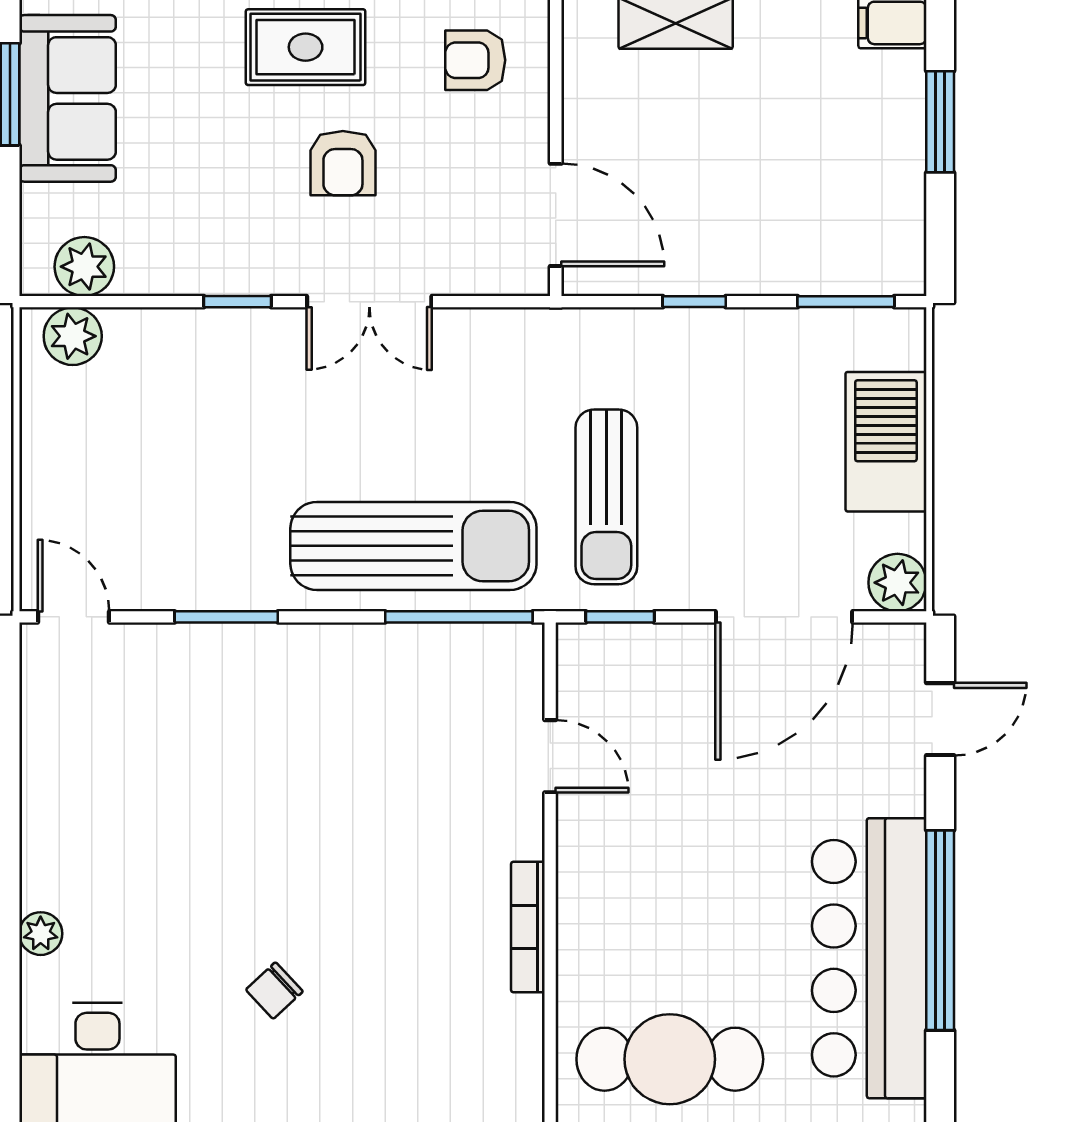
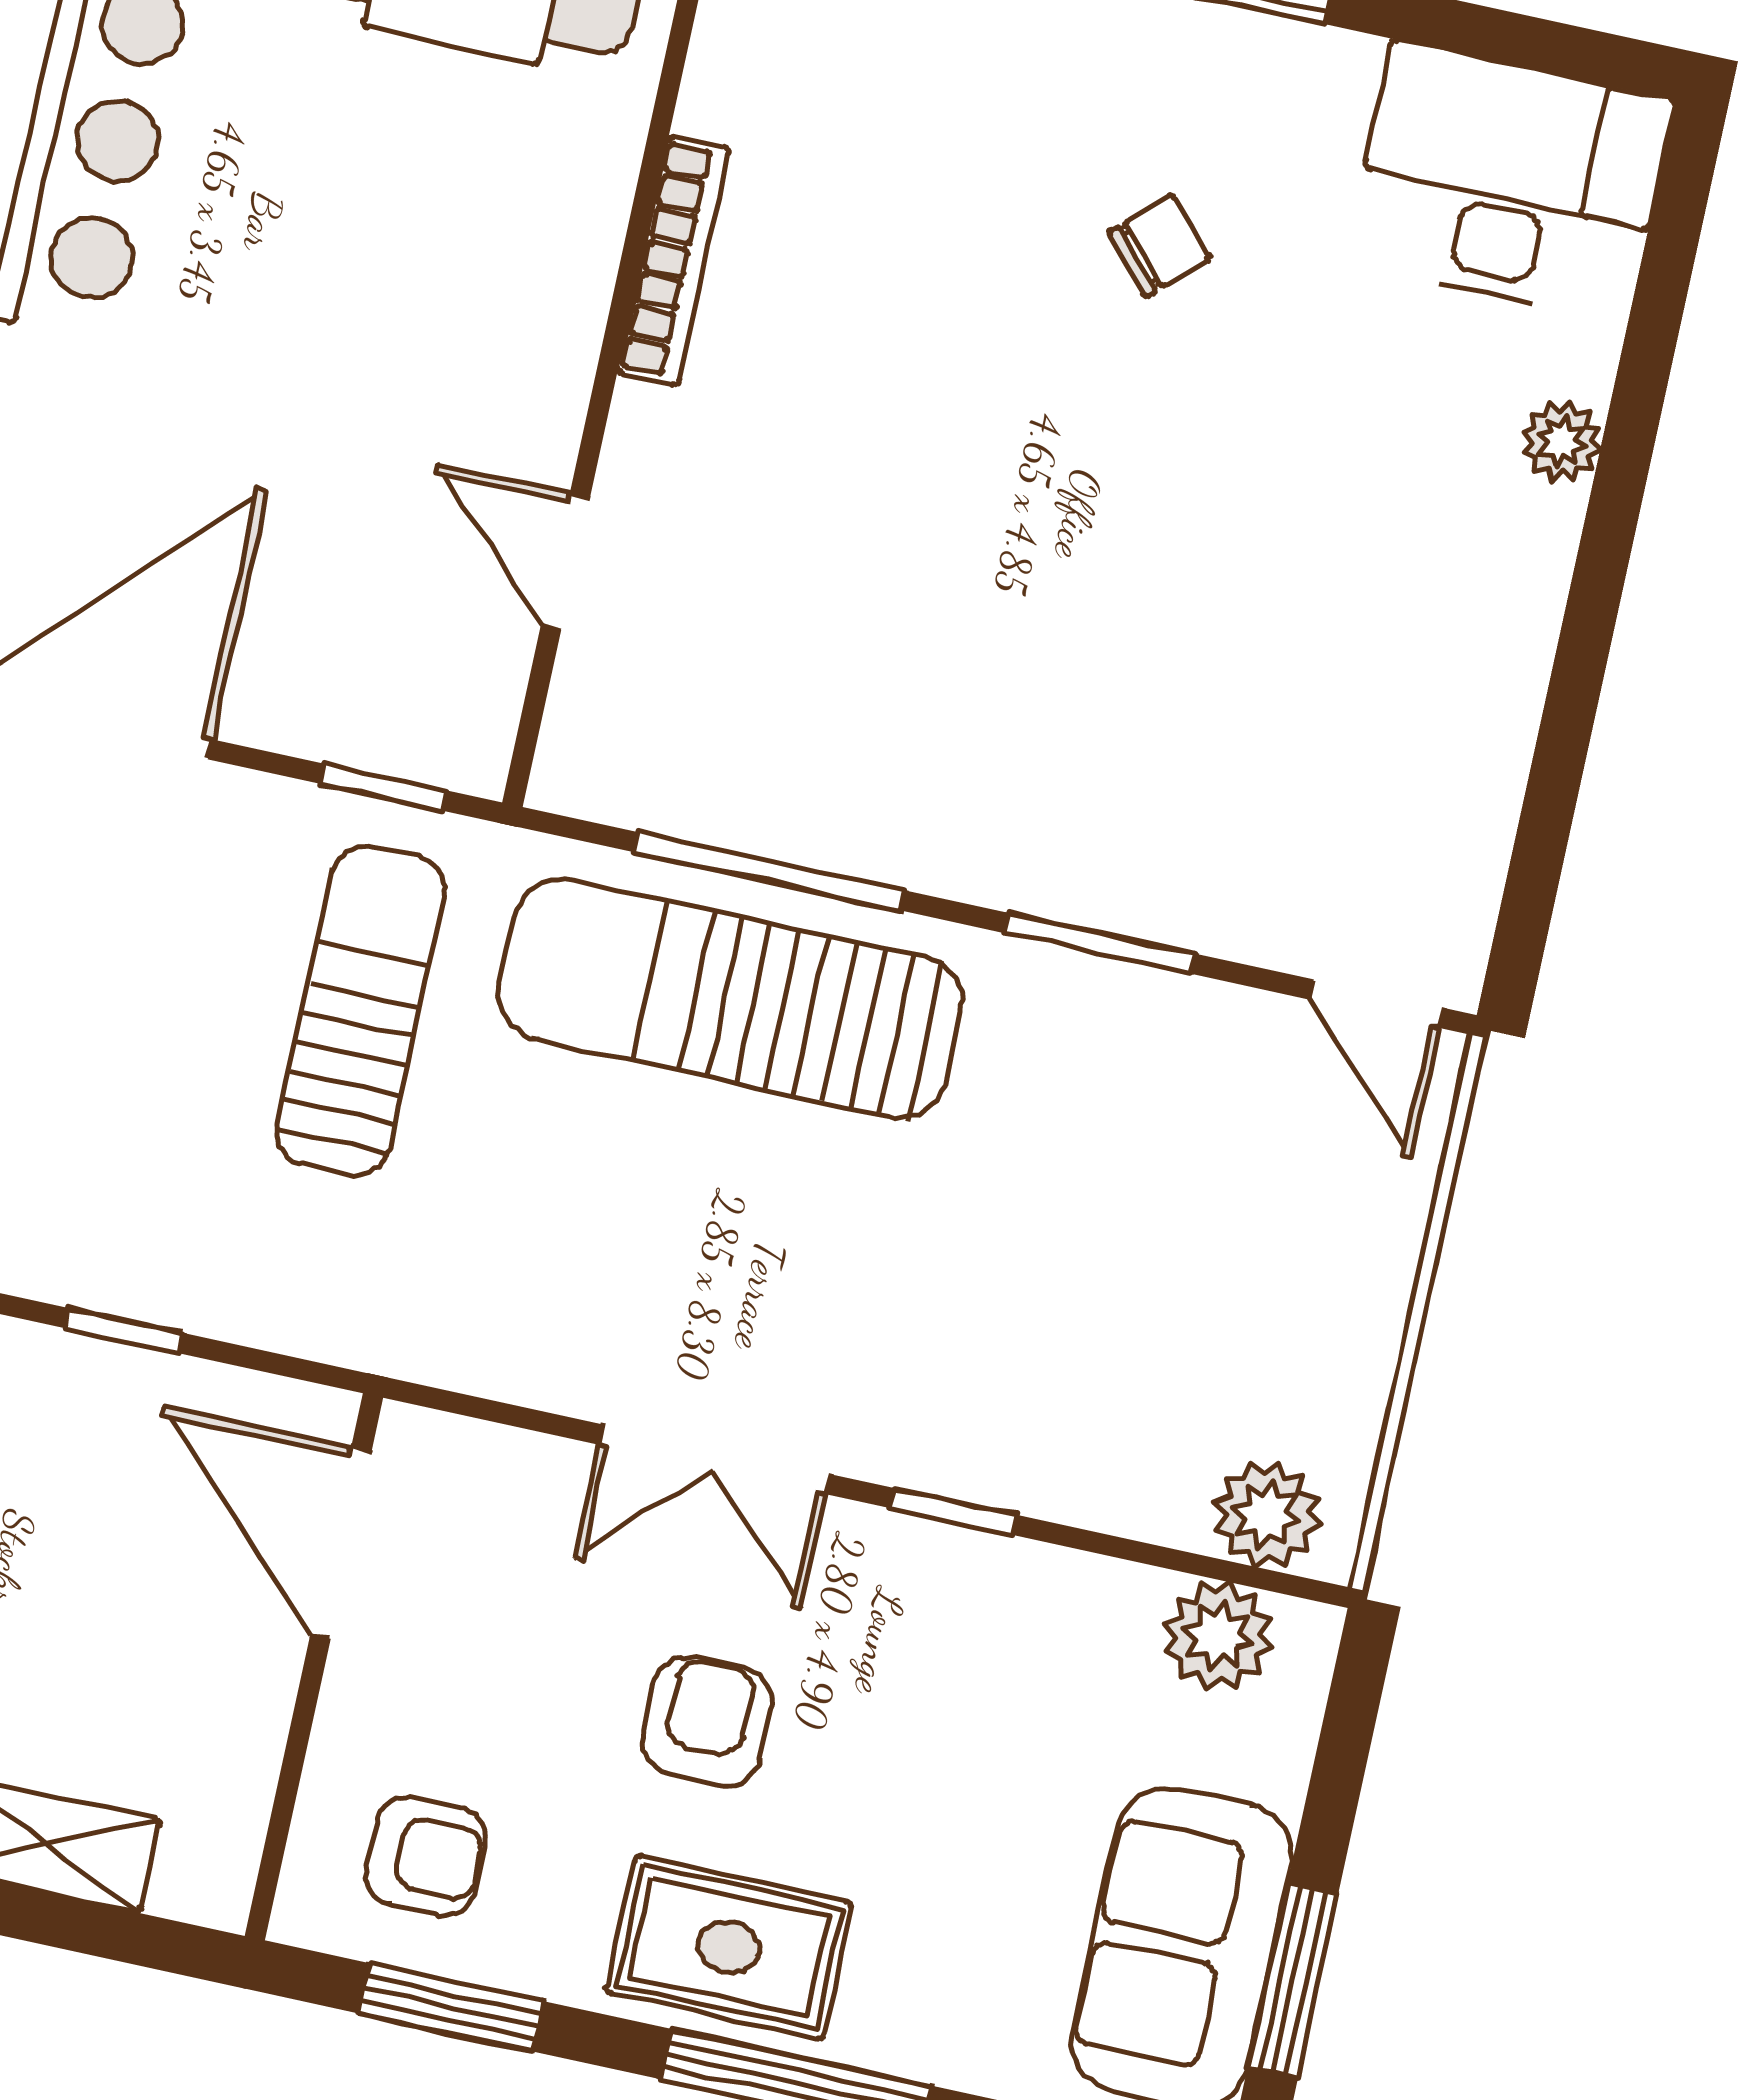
double door: (369, 302) -> (714, 1459), swing flipped
window: (459, 617) -> (770, 871), moved

